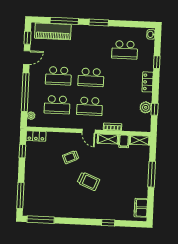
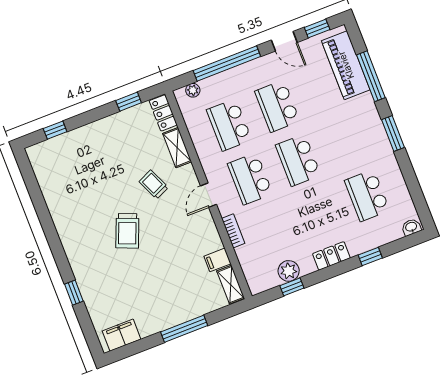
shelving: (108, 139) -> (177, 148), moved
window: (20, 195) -> (55, 130), width x0.46
window: (41, 220) -> (30, 181), removed

